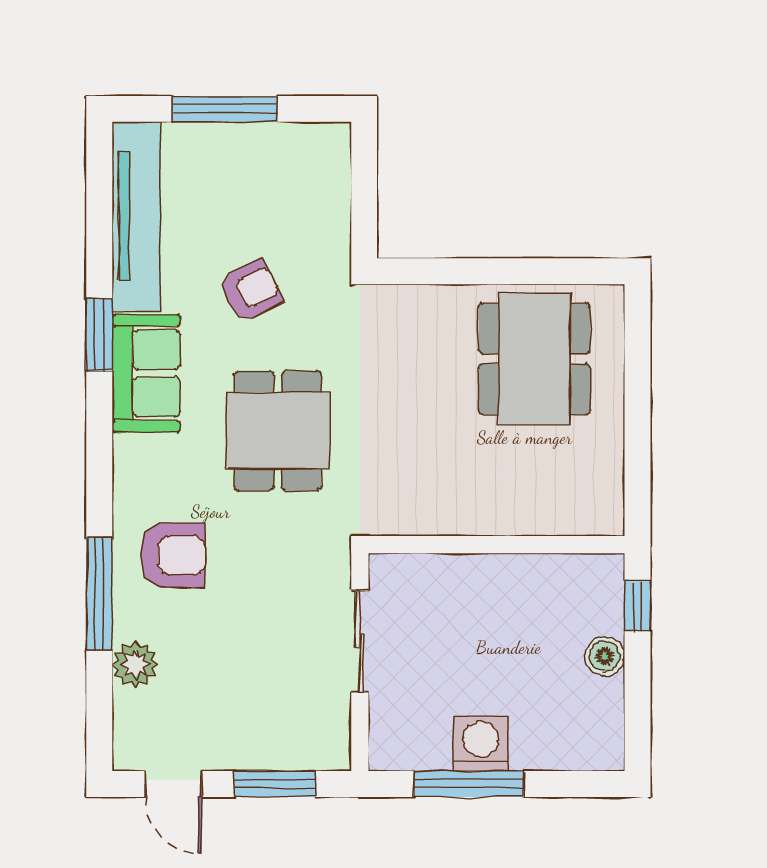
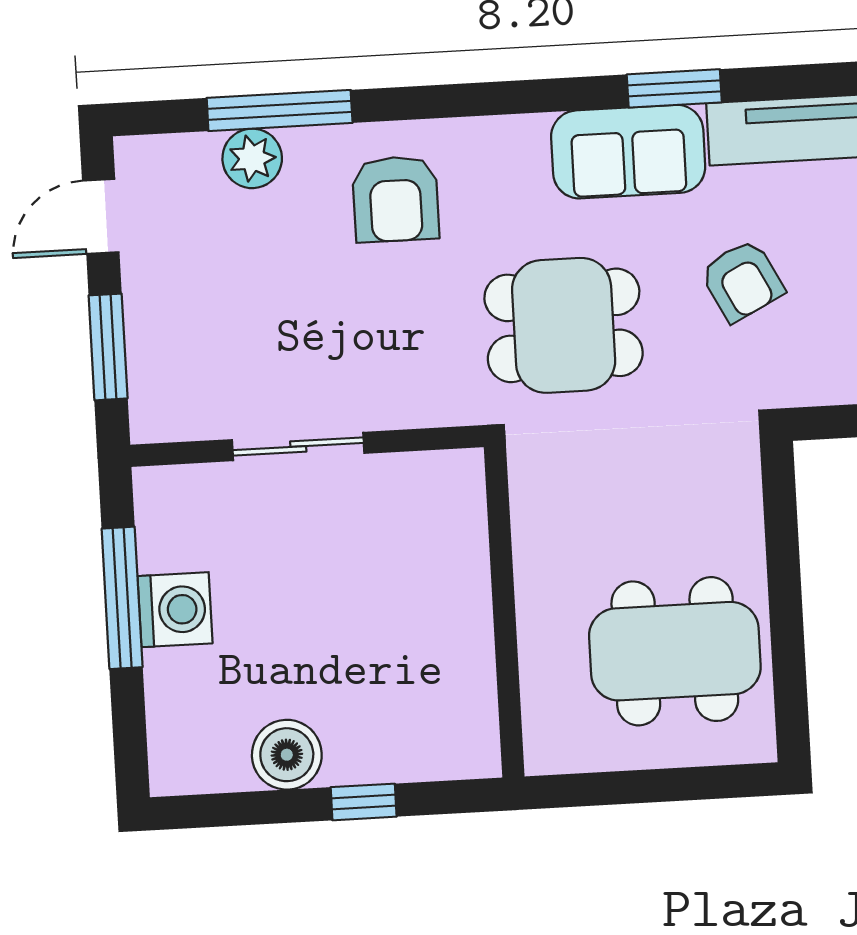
wall: (497, 545) -> (504, 612), moved
window: (99, 594) -> (280, 110), moved
boiler: (605, 656) -> (287, 755), width x1.36, depth x1.36

